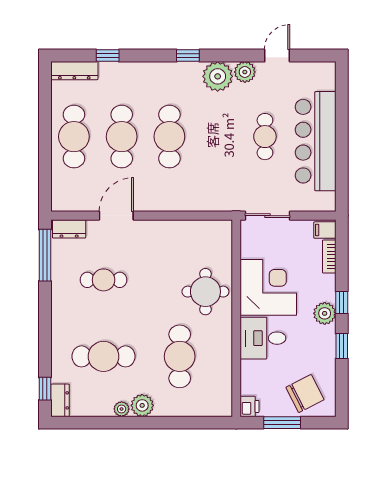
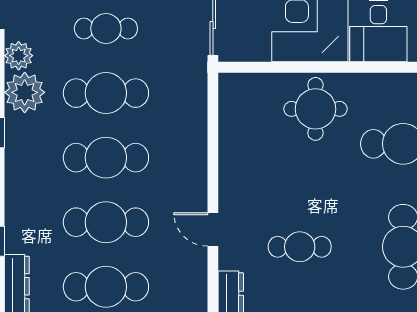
cafe table: (217, 137) -> (106, 93), added
door: (116, 216) -> (213, 229), width x0.73
cafe table: (104, 280) -> (300, 247), turned 90

